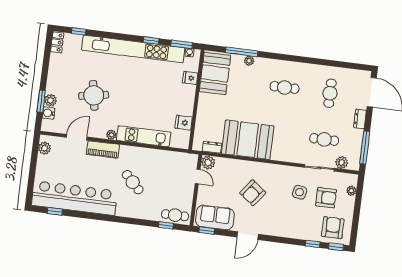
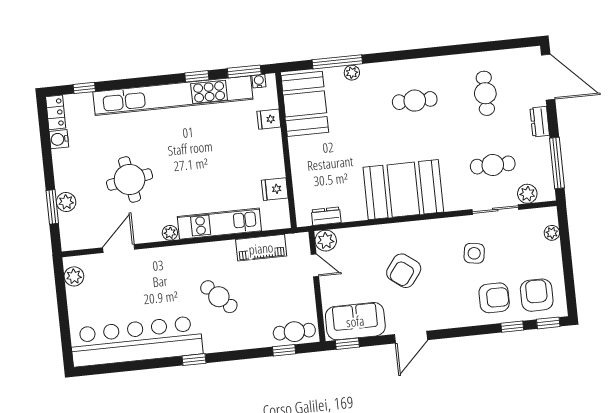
water cooler: (48, 113) -> (59, 139), moved
booth: (248, 140) -> (403, 190), moved
piano: (103, 149) -> (261, 248), moved
armchair: (326, 198) -> (494, 298), moved
window: (55, 211) -> (194, 360), moved

